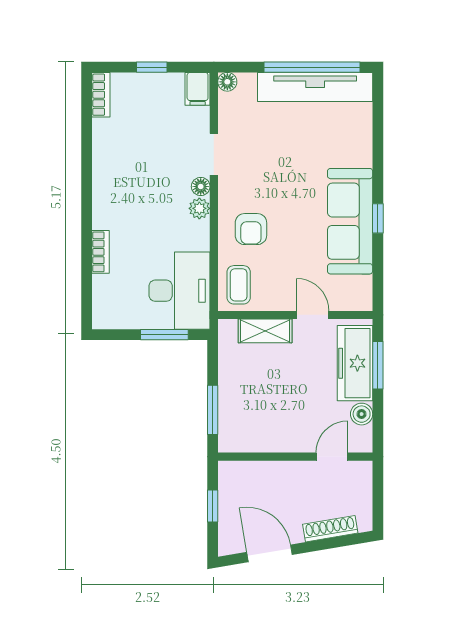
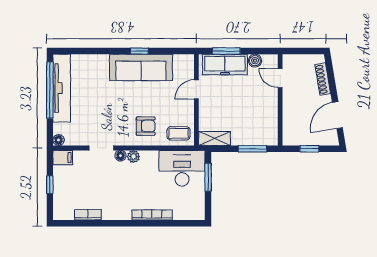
bookcase: (101, 95) -> (88, 215), moved
bookcase: (101, 252) -> (152, 215), width x1.56
shelving: (265, 331) -> (215, 138), moved, turned 90

